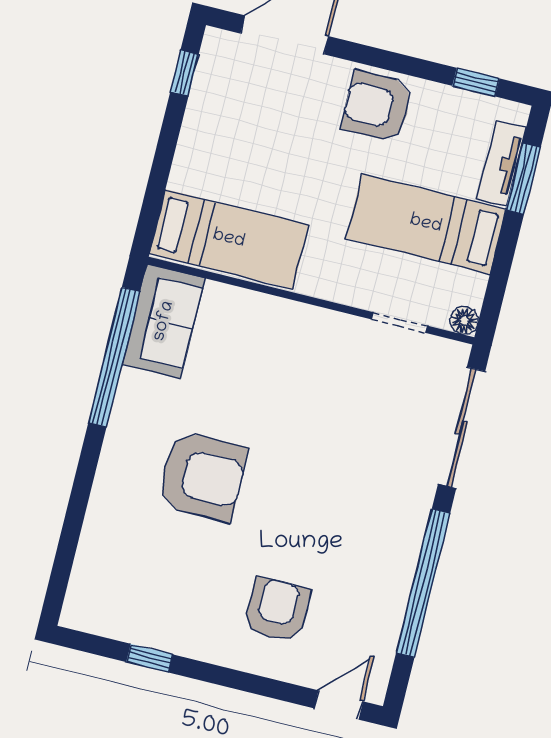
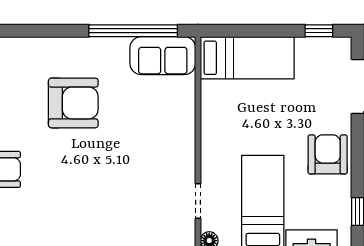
bed: (229, 239) -> (247, 58), moved, turned -90
armchair: (202, 476) -> (73, 103), turned -90

